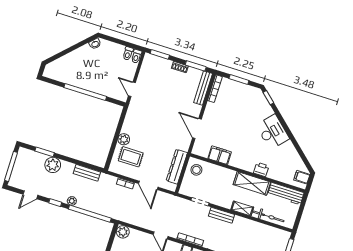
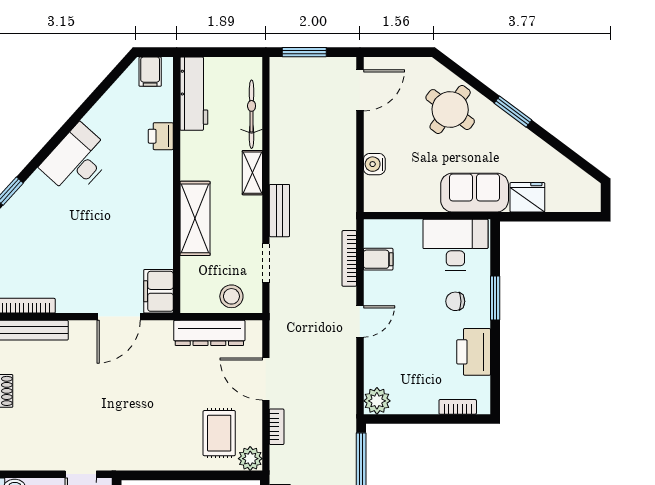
plant: (124, 139) -> (250, 459), moved
filing cabinet: (220, 155) -> (158, 291), moved
printer: (261, 169) -> (161, 136), moved
stool: (196, 170) -> (231, 296), moved
shelving: (252, 183) -> (195, 218), moved
door: (148, 185) -> (266, 379), swing flipped

